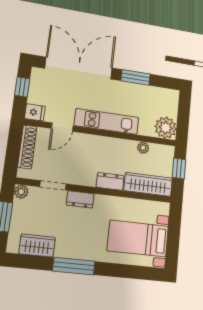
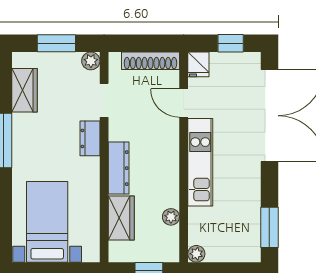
window: (136, 77) -> (269, 227), moved
plant: (166, 128) -> (196, 254), width x0.53, depth x0.53
dresser: (110, 181) -> (119, 168), width x1.44
wardrobe: (148, 184) -> (121, 218), width x0.67

